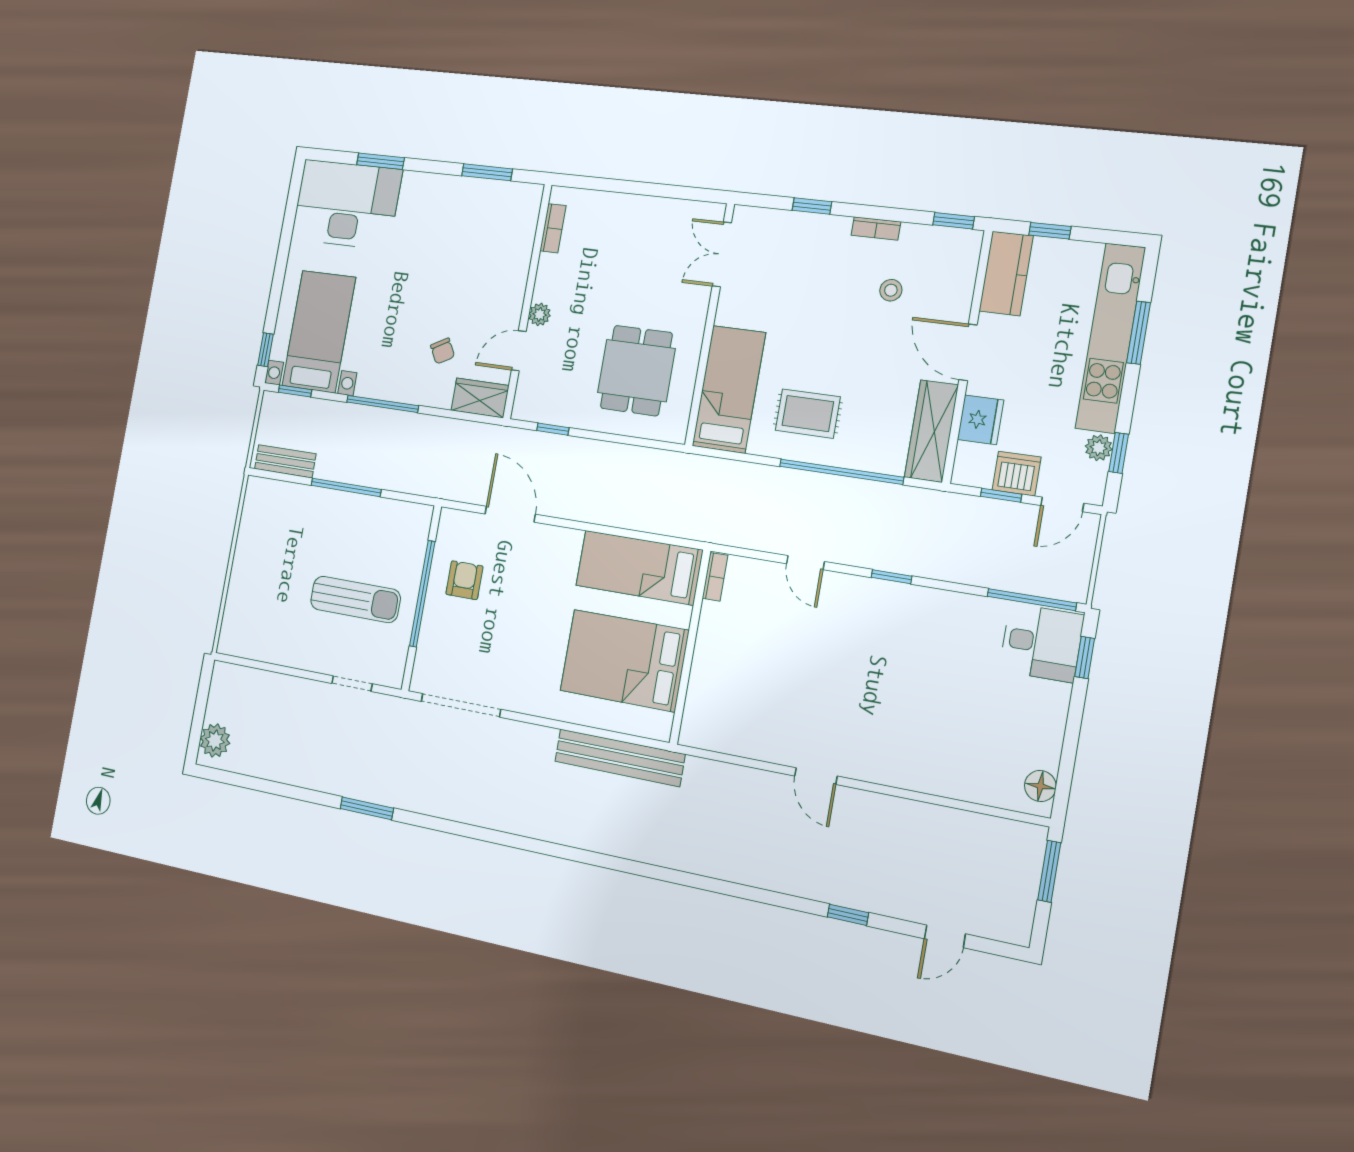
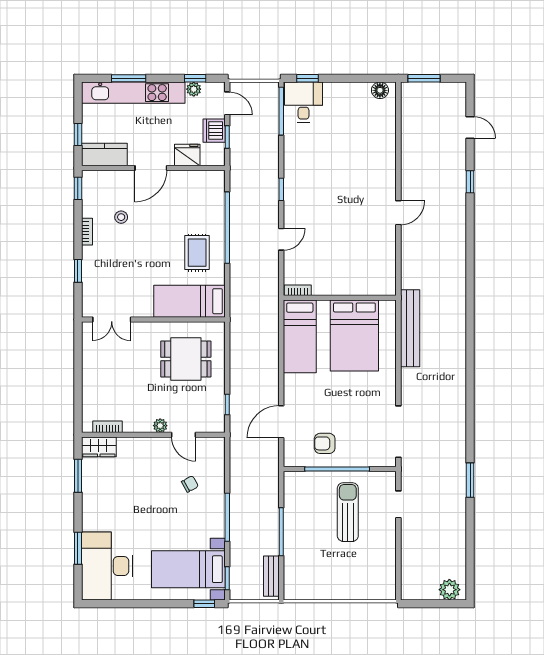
wardrobe: (480, 398) -> (99, 447), moved, turned -90
wardrobe: (931, 431) -> (197, 181), removed

